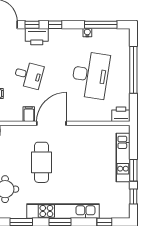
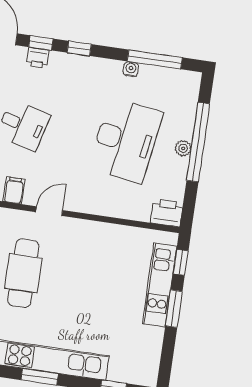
printer: (37, 37) -> (38, 58), width x0.53, depth x0.68
plant: (125, 75) -> (183, 148), added
door: (51, 123) -> (49, 211), width x0.53
window: (133, 197) -> (181, 262), moved

